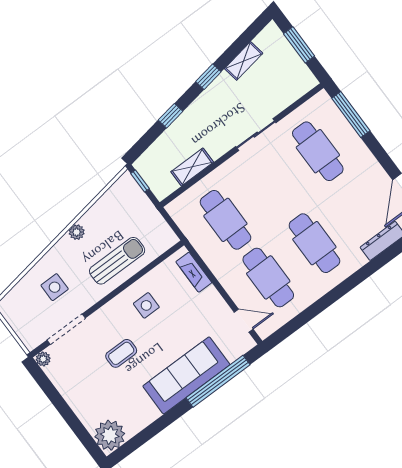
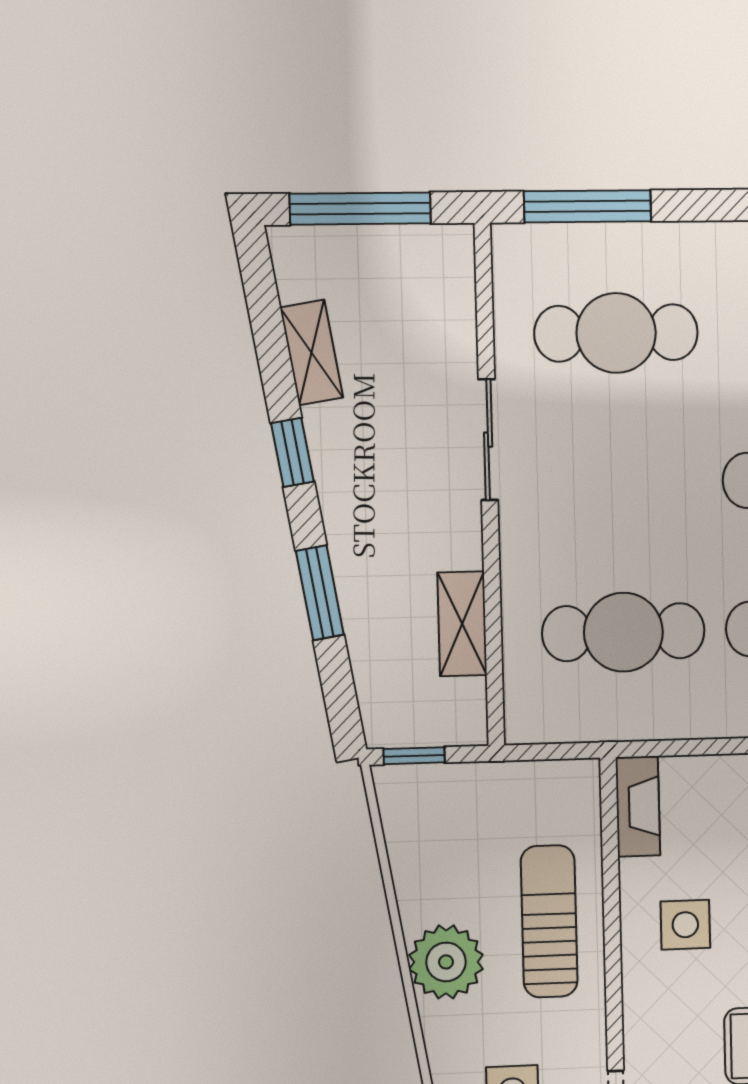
window: (299, 45) -> (360, 209), width x1.44
window: (171, 116) -> (320, 593), width x1.50
plant: (77, 232) -> (446, 962), width x1.88, depth x1.88
fireplace: (194, 272) -> (638, 807), moved, turned -90

